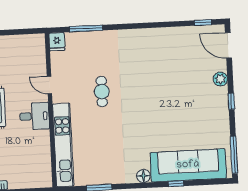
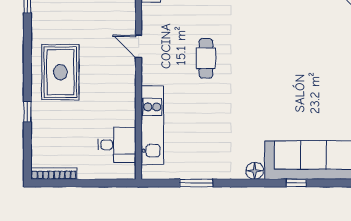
desk: (35, 116) -> (117, 145), moved
kitchen unit: (63, 145) -> (152, 125), width x0.73

